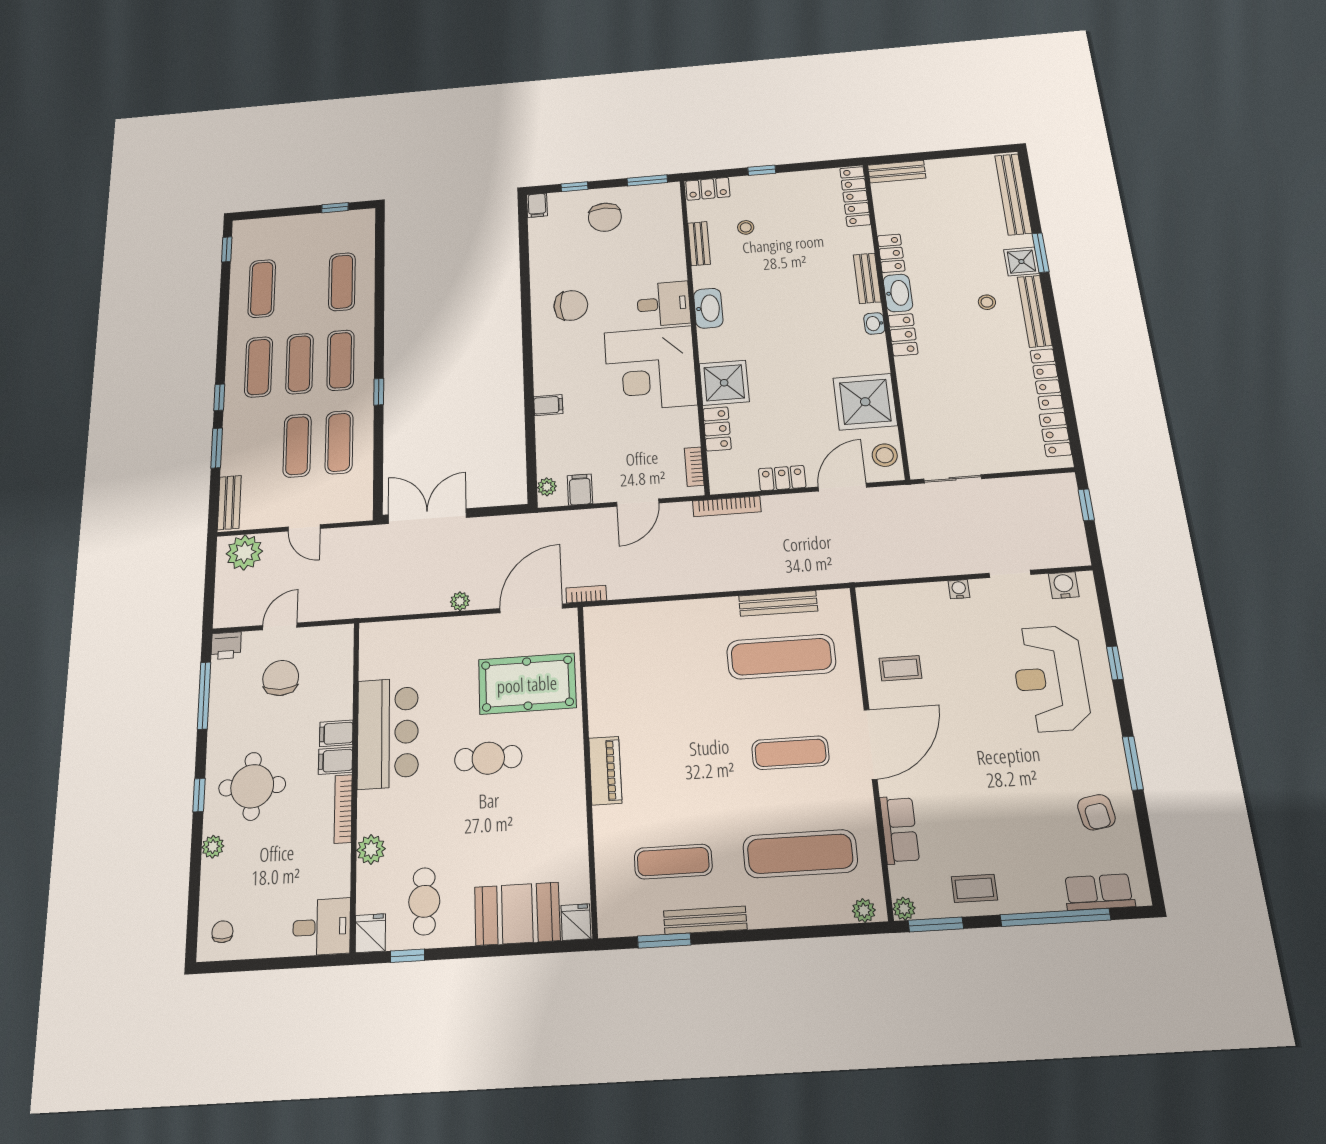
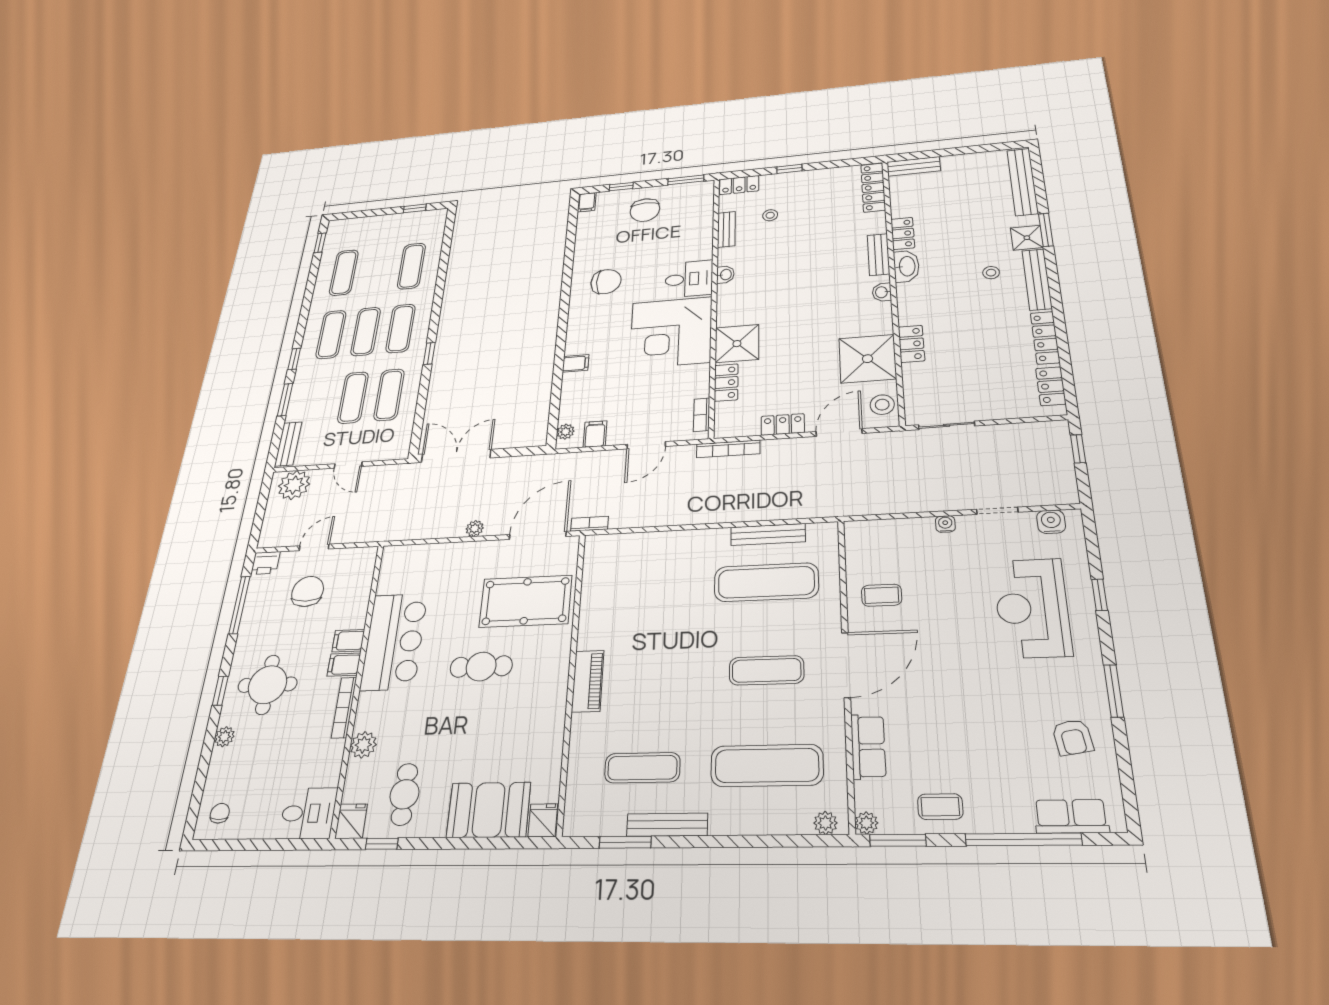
washbasin: (708, 308) -> (725, 275), width x0.52, depth x0.69
locker: (903, 335) -> (911, 344), moved

